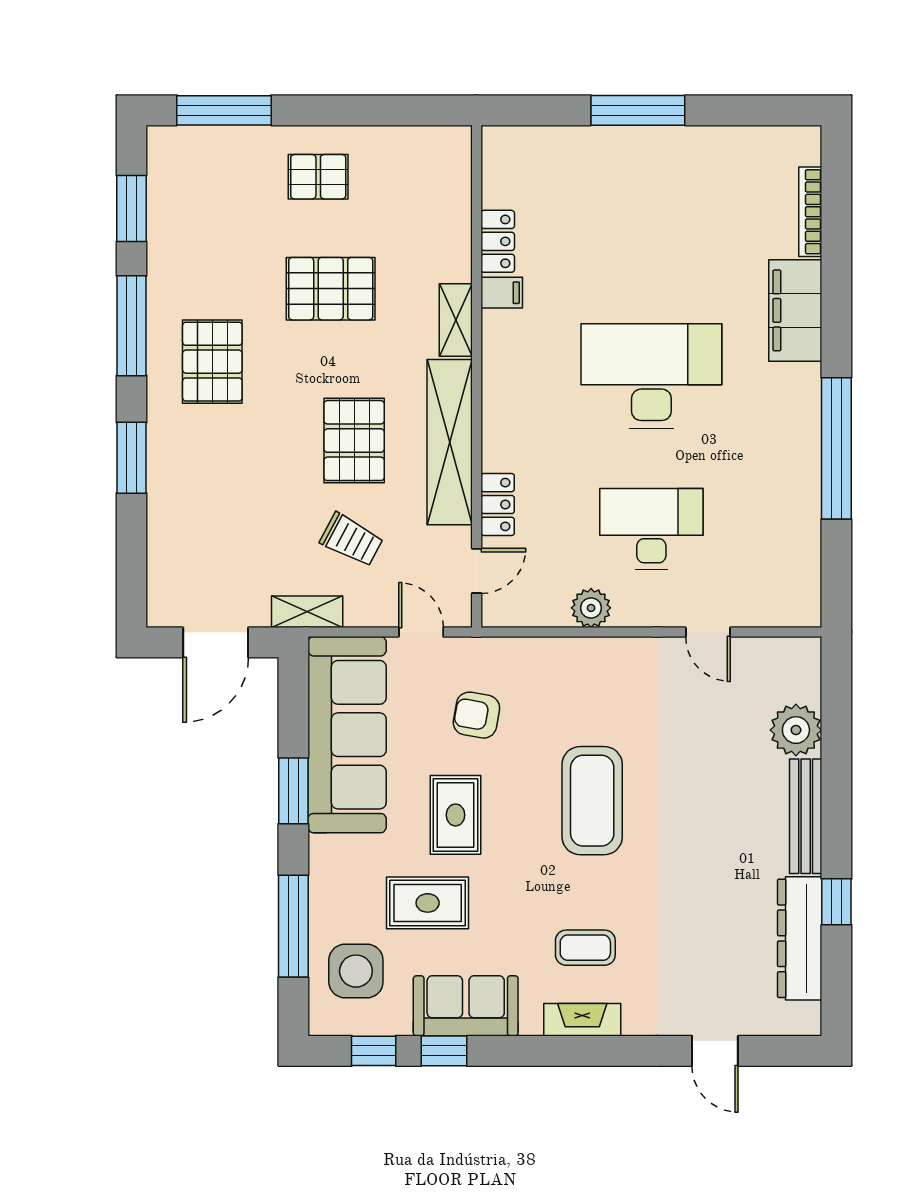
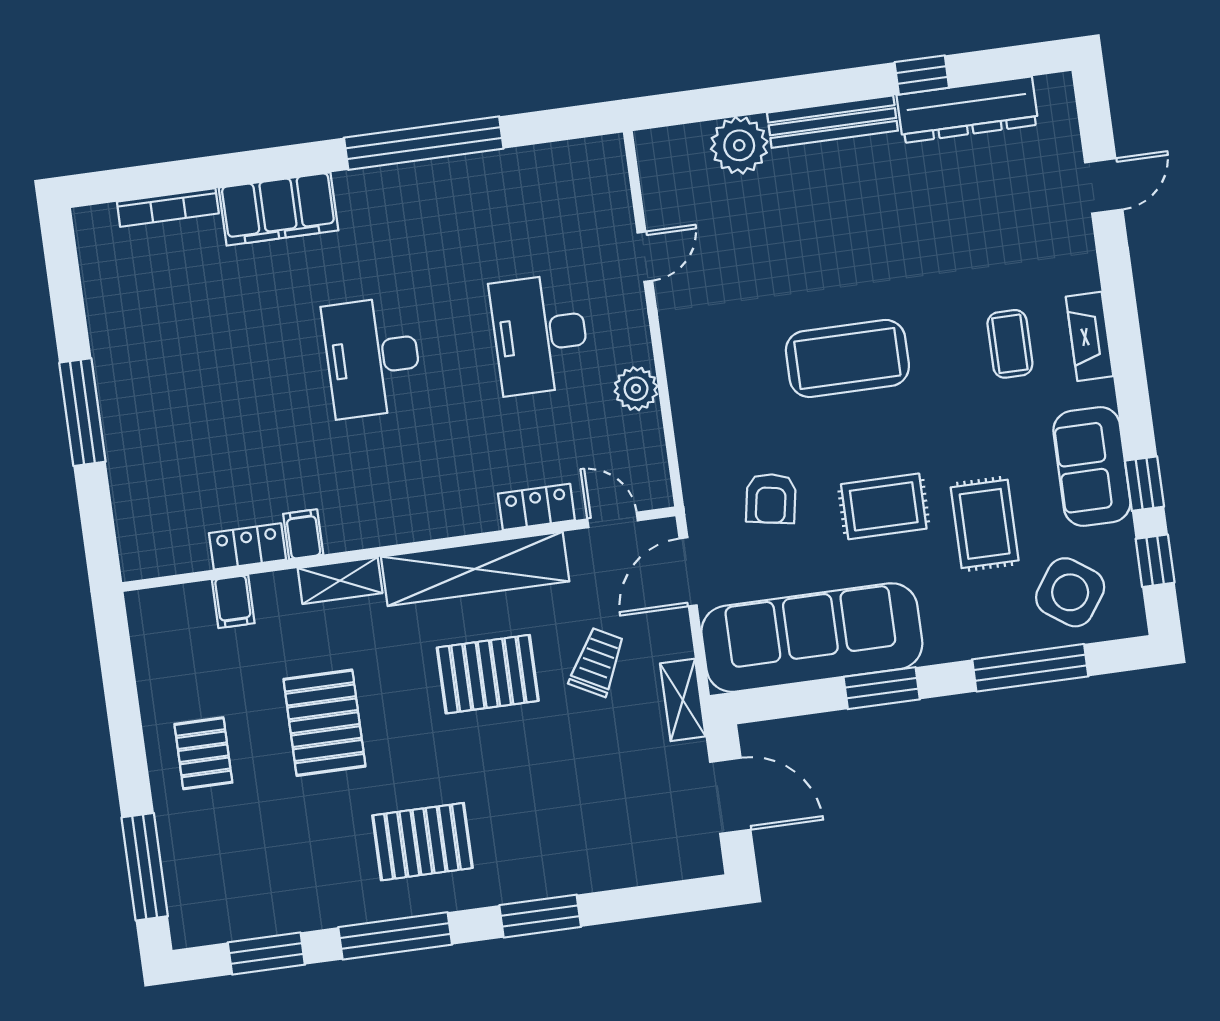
filing cabinet: (450, 222) -> (233, 601), added
desk: (651, 376) -> (373, 357), width x0.73, depth x0.77
door: (421, 632) -> (688, 572), width x1.38
side table: (356, 971) -> (1070, 592), turned 35

